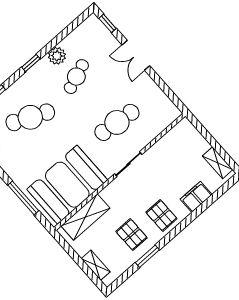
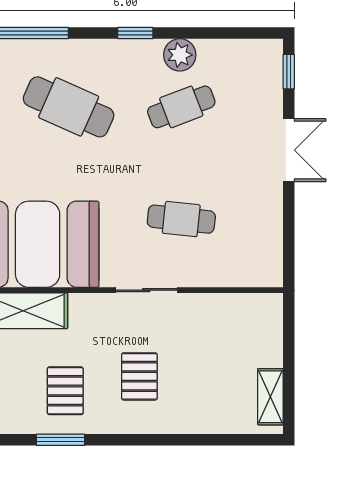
double door: (136, 55) -> (289, 150), swing flipped
cafe table: (117, 122) -> (181, 219), width x0.73, depth x0.74
filing cabinet: (196, 197) -> (200, 418), removed
pallet: (161, 215) -> (139, 376), moved

